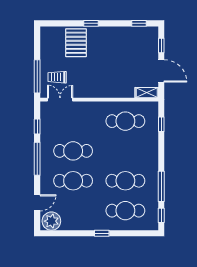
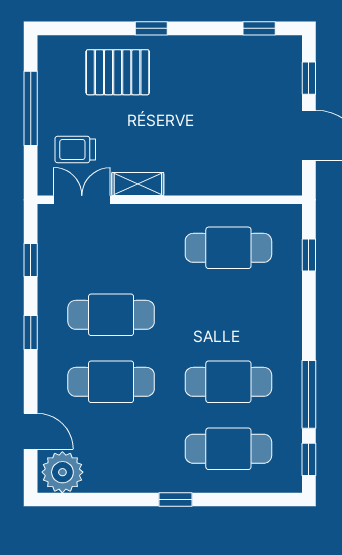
pallet: (76, 43) -> (118, 72), turned 90
window: (37, 76) -> (31, 108), moved
shelving: (147, 93) -> (138, 184), moved
window: (37, 159) -> (31, 332), width x0.46
door: (37, 203) -> (31, 431), hinge flipped

